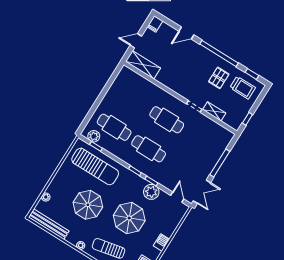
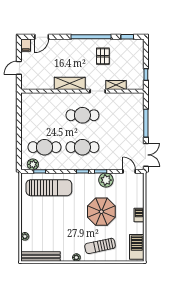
door: (186, 33) -> (42, 37), moved
shelving: (143, 65) -> (70, 83), moved
trolley: (243, 88) -> (127, 52), removed
parasol: (88, 205) -> (62, 222), removed

